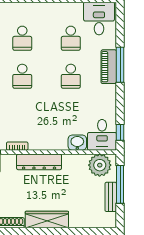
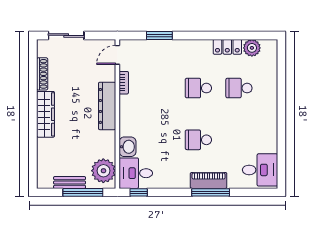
school desk: (71, 38) -> (239, 140), removed

